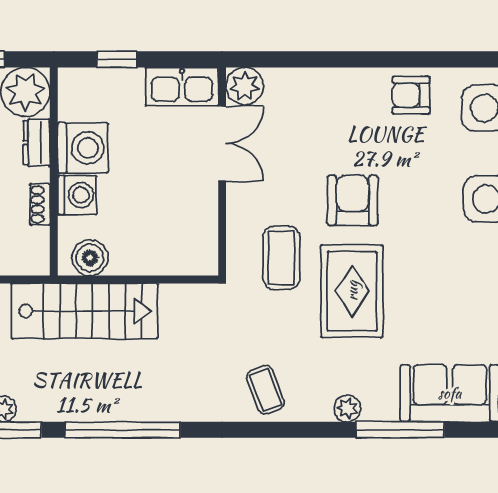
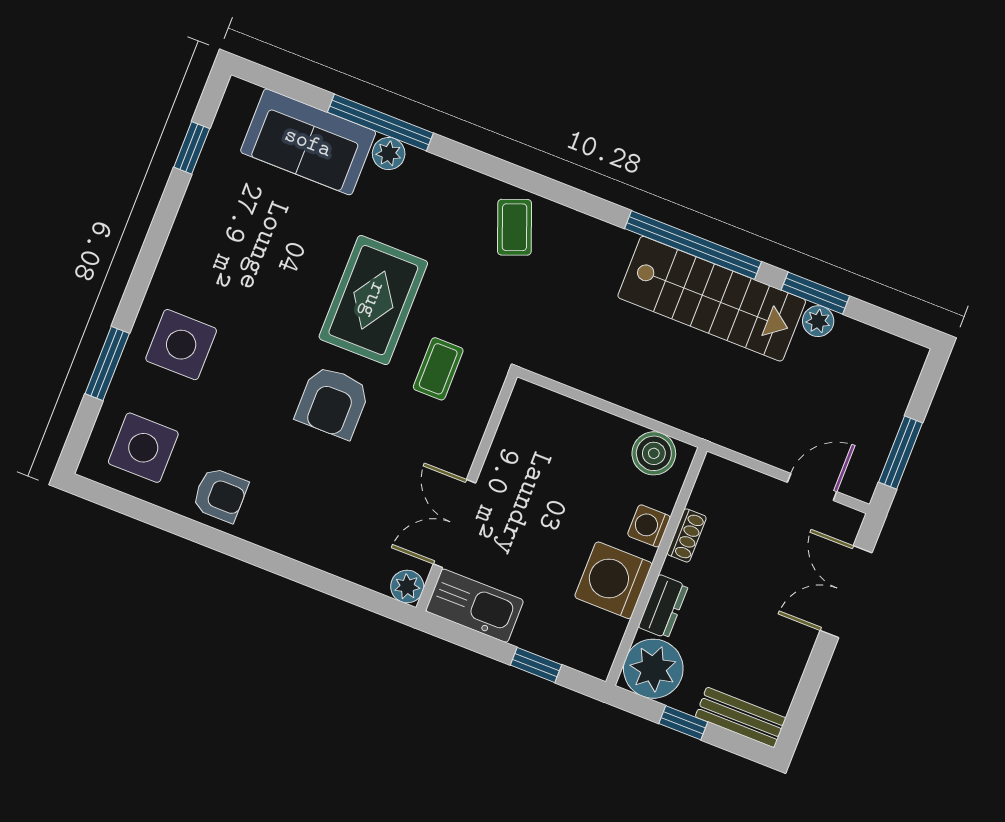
plant: (245, 86) -> (407, 587), width x0.73, depth x0.73
washing machine: (77, 195) -> (649, 526), width x0.73, depth x0.73
coffee table: (281, 258) -> (438, 369), width x0.73, depth x0.77
stairs: (84, 311) -> (712, 299), moved, turned 180
plant: (347, 408) -> (389, 154), moved

